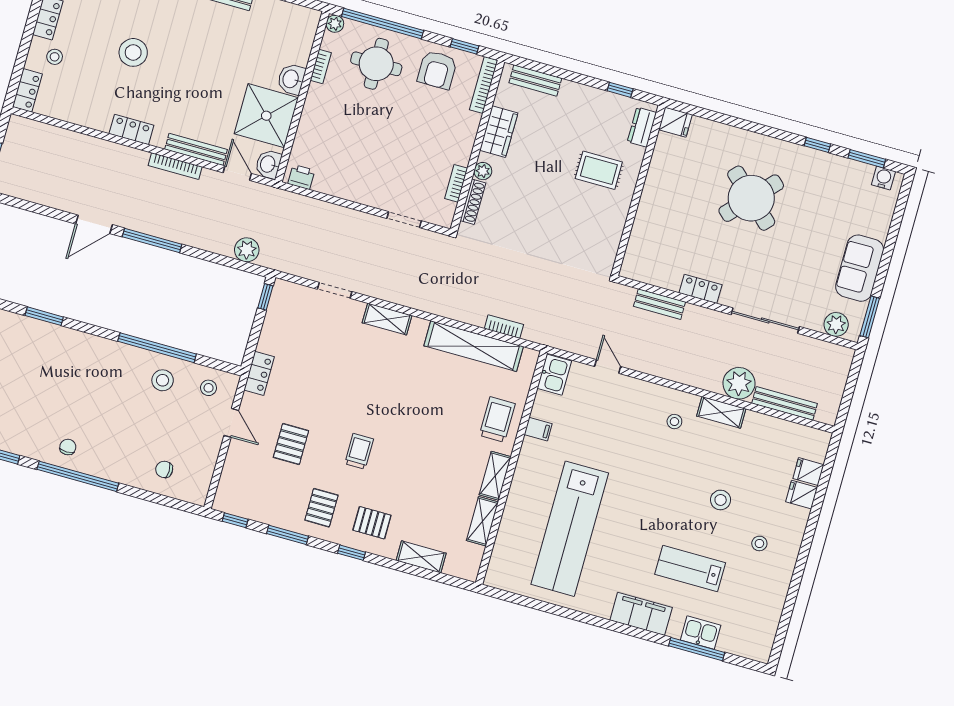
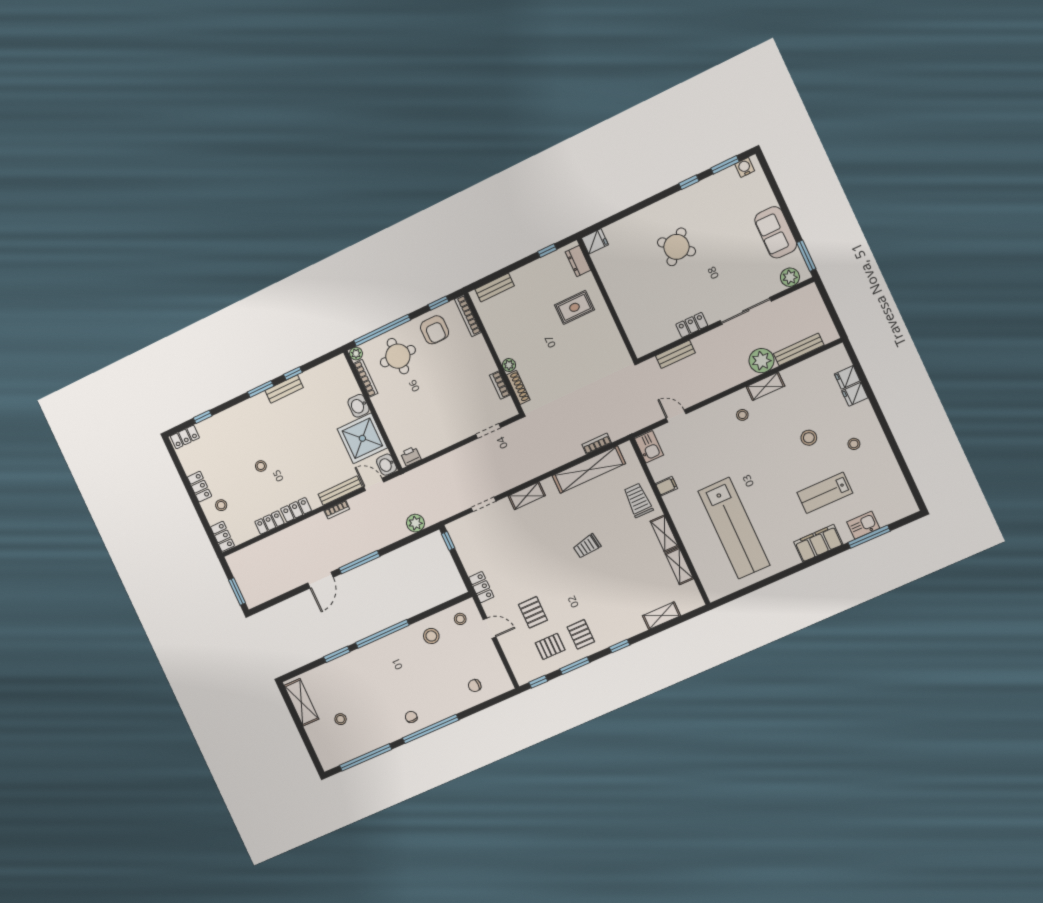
stool: (133, 52) -> (261, 466), width x0.53, depth x0.53
bookcase: (321, 66) -> (366, 378), width x1.56
locker: (91, 119) -> (269, 523), added
wardrobe: (499, 132) -> (499, 335), removed
bookcase: (175, 166) -> (337, 510), width x0.64
round table: (751, 198) -> (676, 247), width x0.73, depth x0.73
window: (157, 348) -> (382, 634), moved
trolley: (359, 451) -> (587, 546), moved, turned -99
pallet: (372, 523) -> (550, 646), moved

